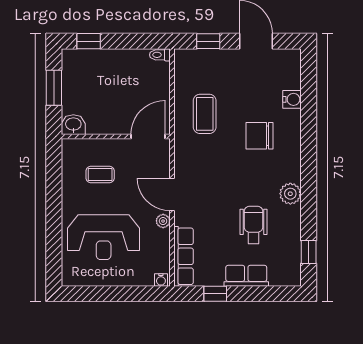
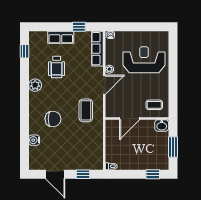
coffee table: (205, 114) -> (86, 110), moved
door: (148, 136) -> (130, 119), moved
coffee table: (100, 174) -> (154, 105), moved
door: (172, 194) -> (104, 85), hinge flipped

